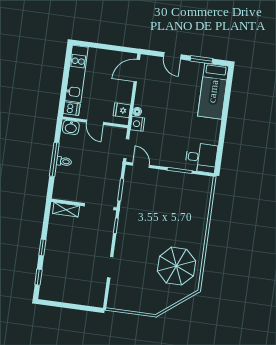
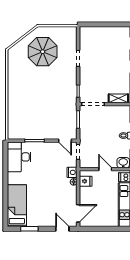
door: (172, 56) -> (62, 229), moved
desk: (201, 158) -> (19, 157), width x1.37
parasol: (176, 266) -> (43, 52), moved

